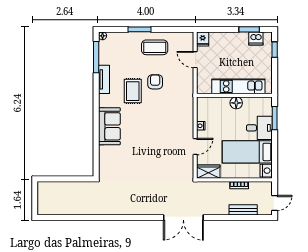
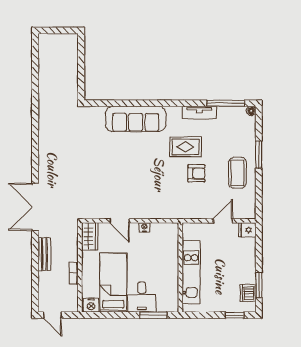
floor lamp: (236, 103) -> (171, 270), removed
sofa: (109, 126) -> (136, 119), width x1.36
bench: (243, 210) -> (44, 254), moved

